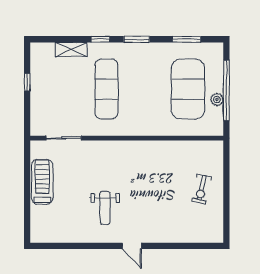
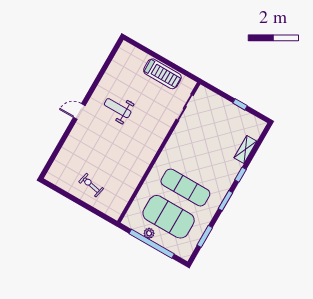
exercise mat: (106, 89) -> (185, 188), moved

